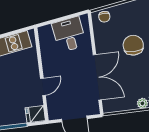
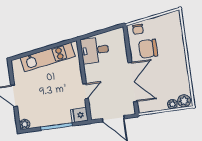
desk: (69, 34) -> (95, 50), moved, turned -81
chair: (133, 45) -> (148, 49), moved, turned -90

